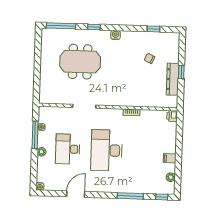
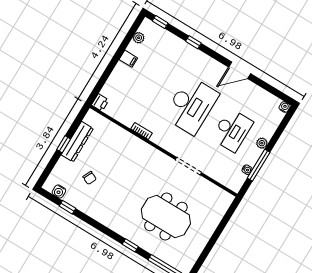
water cooler: (115, 35) -> (59, 191), moved
door: (76, 194) -> (240, 70), moved
window: (130, 196) -> (193, 42), width x0.46

